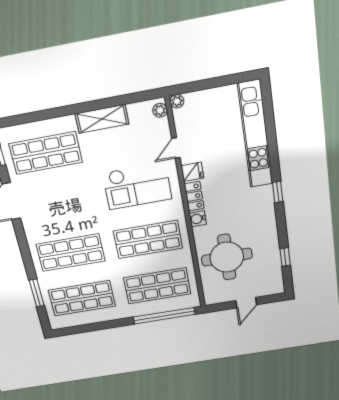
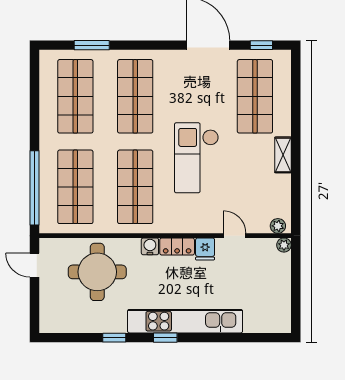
shelving: (102, 119) -> (283, 155), width x0.67, depth x0.75
kitchen unit: (255, 135) -> (185, 321), moved
checkout: (137, 186) -> (196, 158), moved
window: (285, 257) -> (114, 338), moved
door: (246, 303) -> (35, 265), moved

